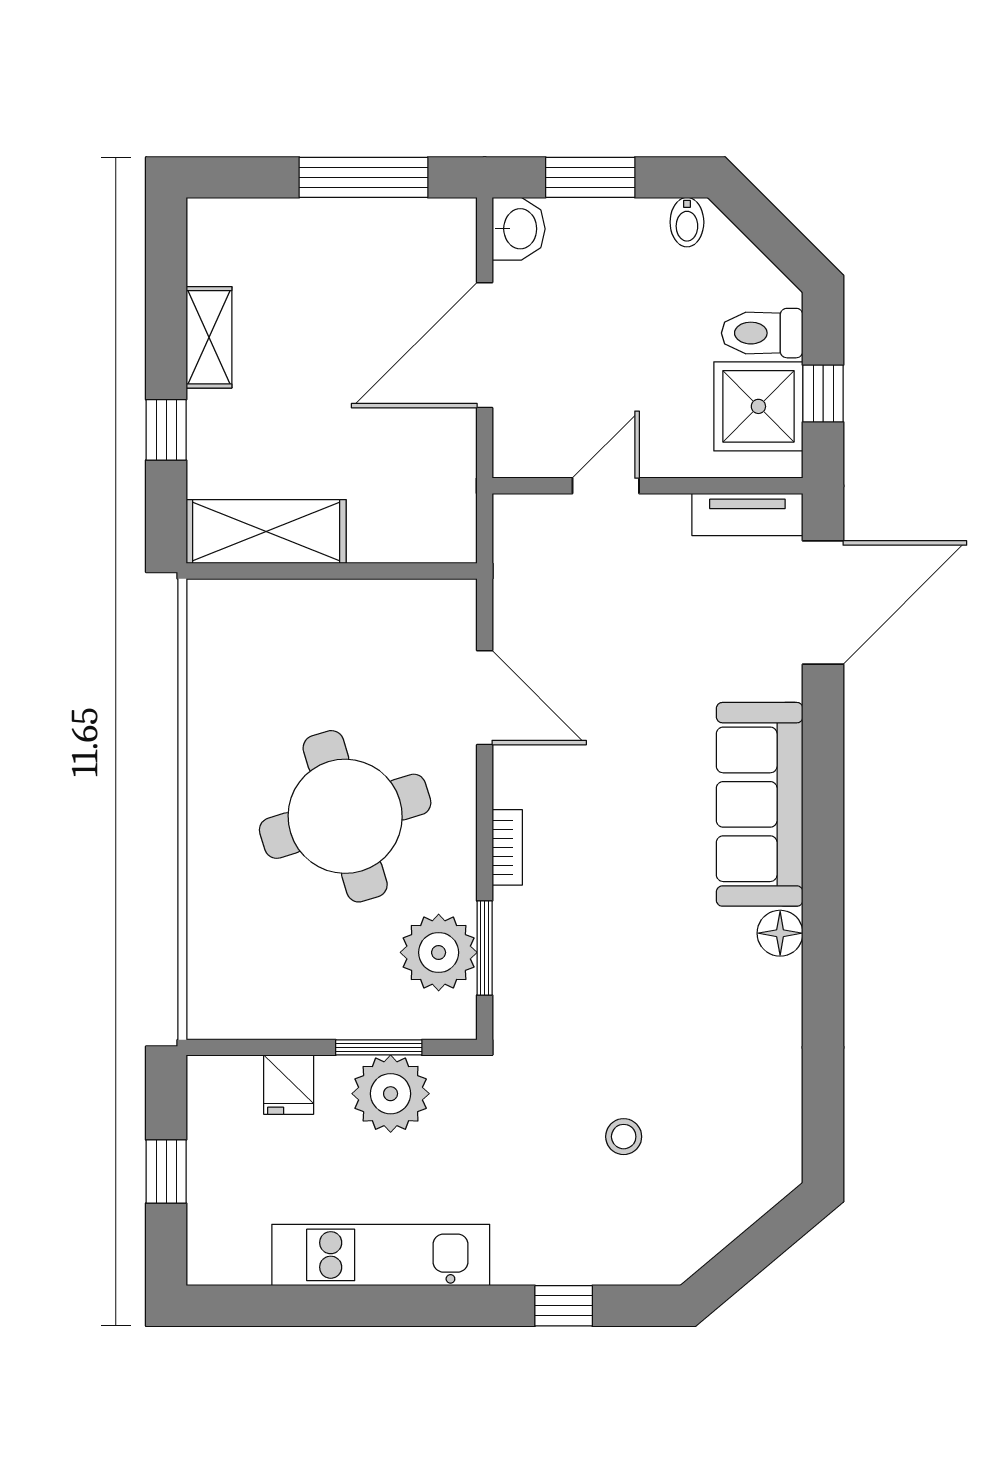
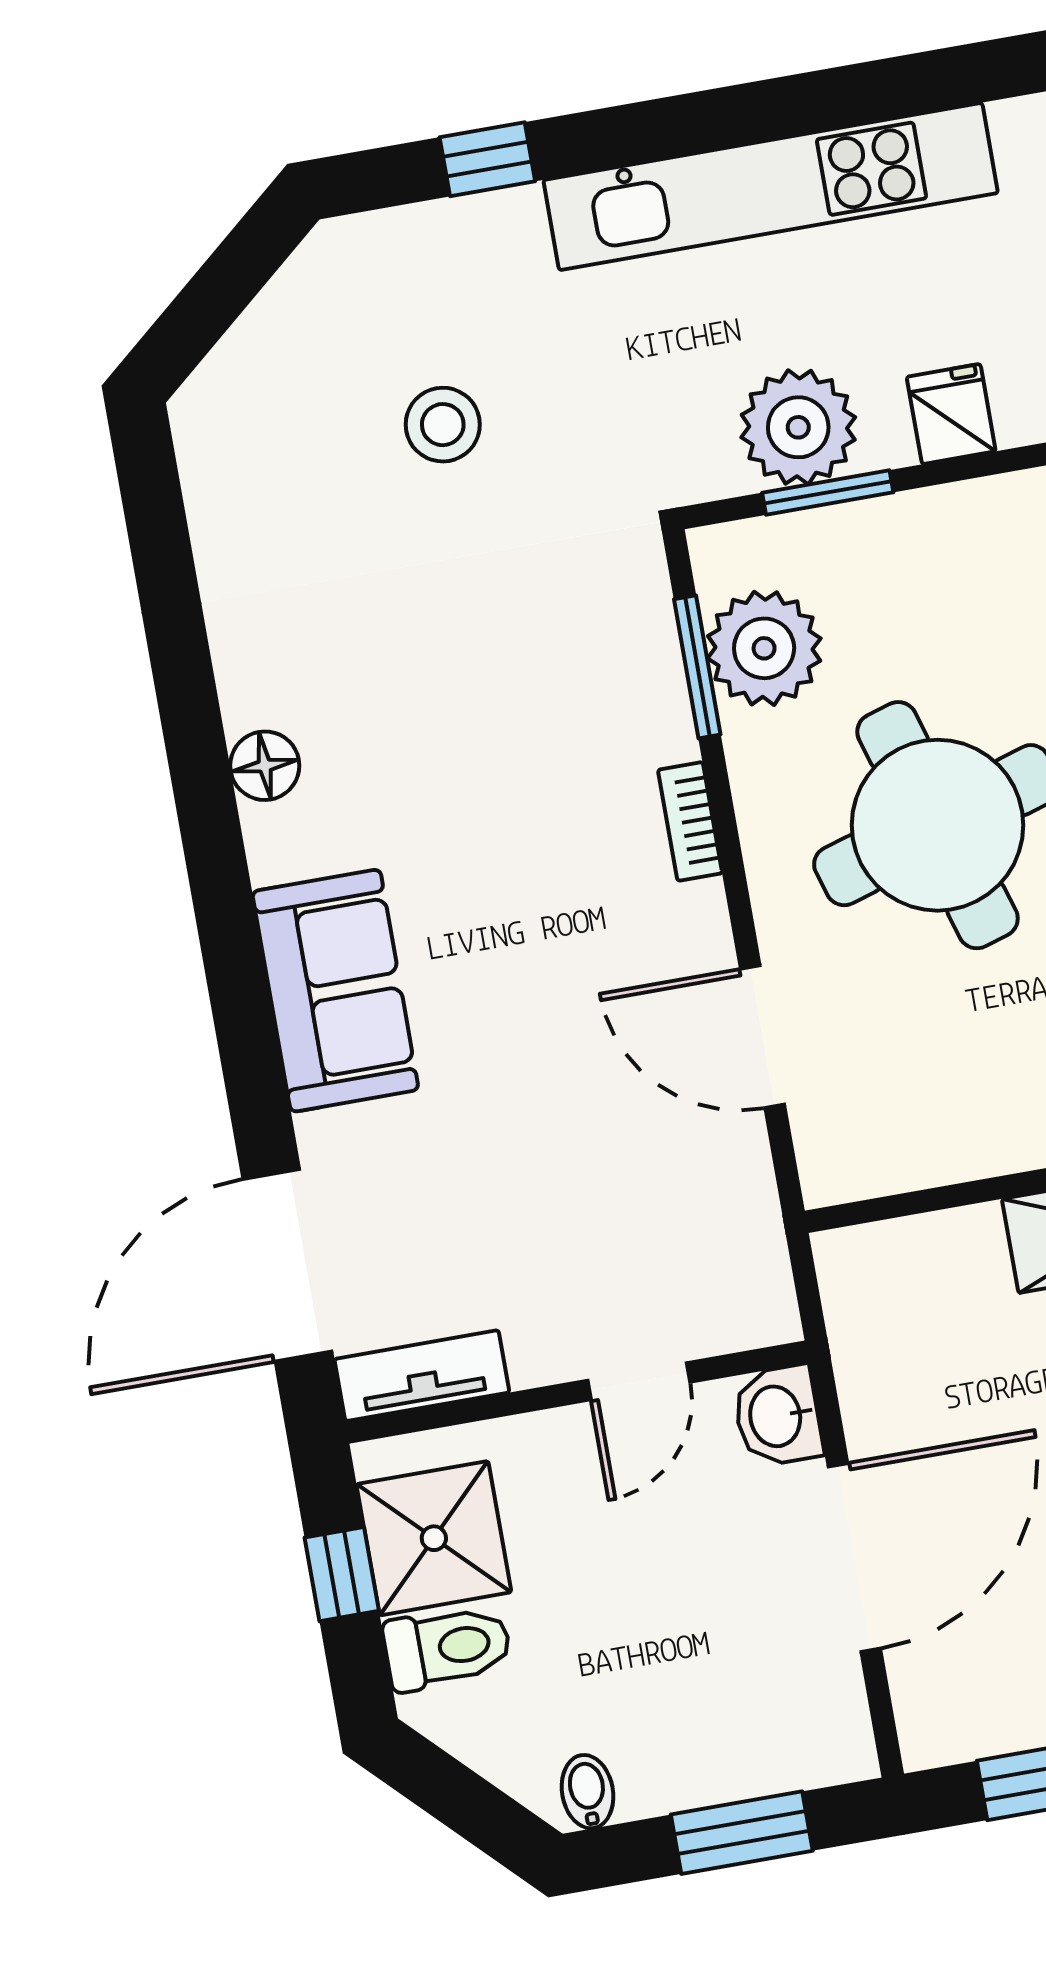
washbasin: (519, 229) -> (778, 1416), moved
sofa: (760, 804) -> (335, 991), width x0.73
stool: (624, 1137) -> (443, 425), width x1.37, depth x1.37
kitchen unit: (381, 1255) -> (771, 187), width x1.36

